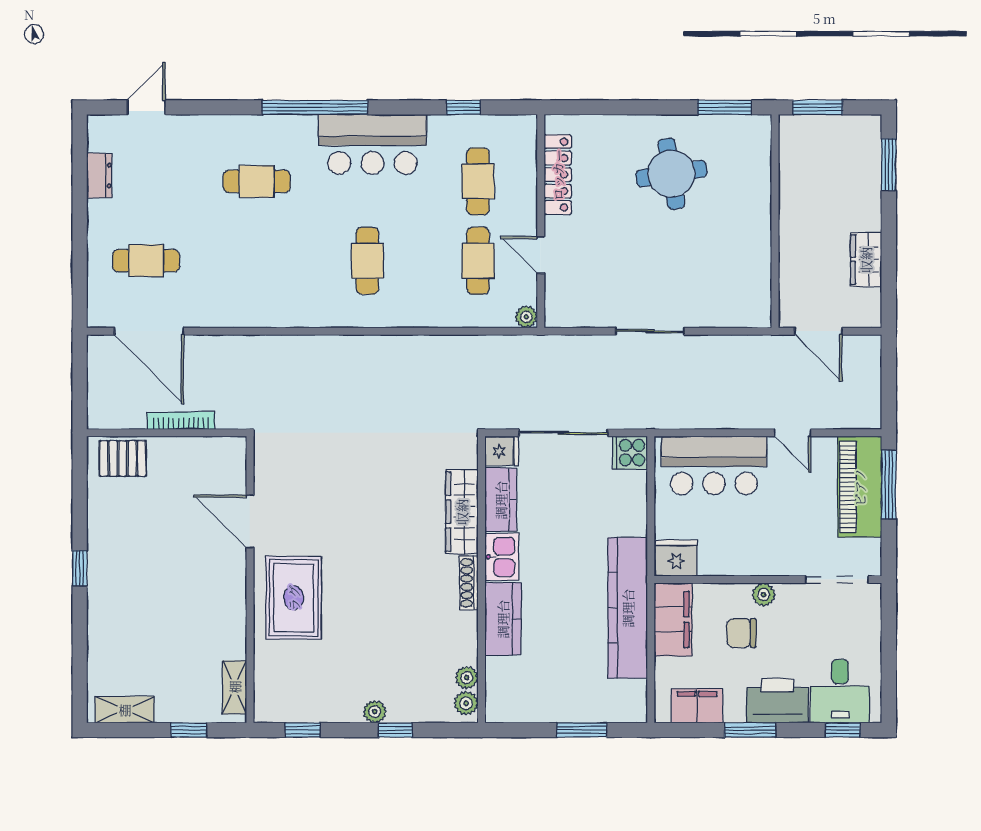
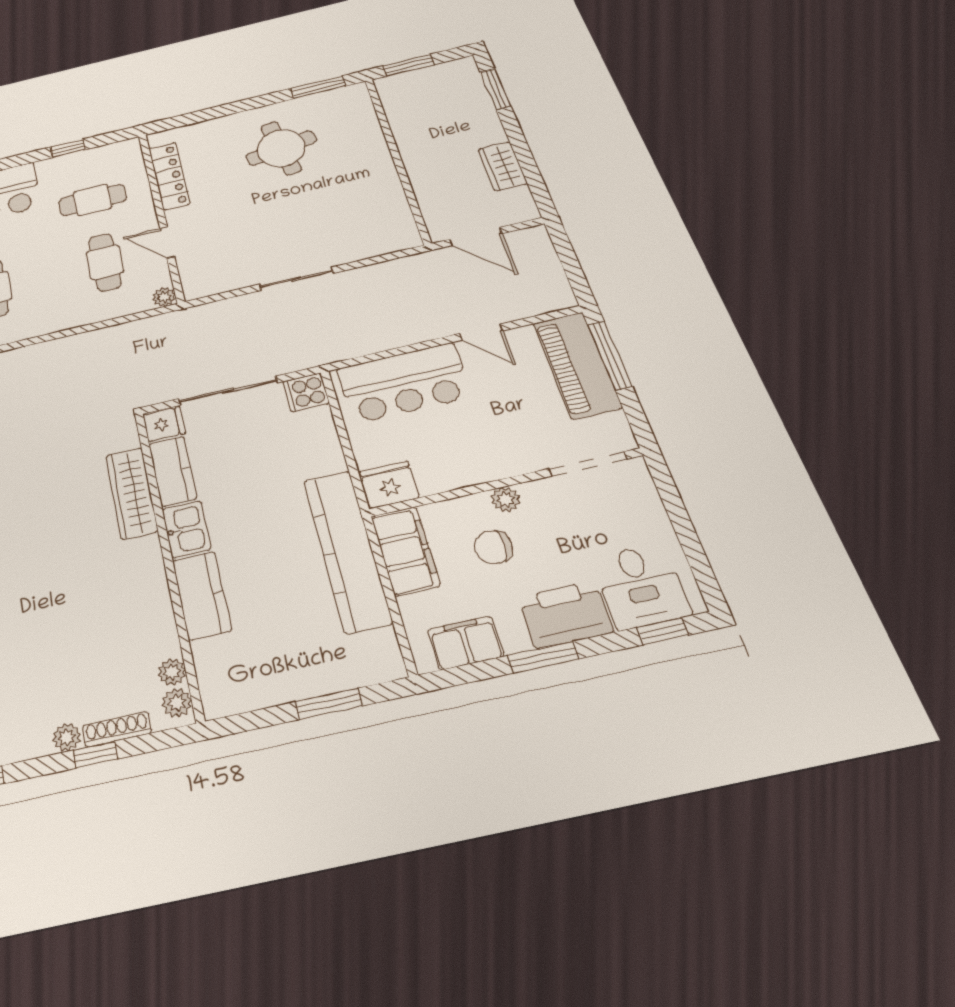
cafe table: (478, 181) -> (92, 200), turned 90
shoe rack: (469, 583) -> (117, 729), moved, turned 90

